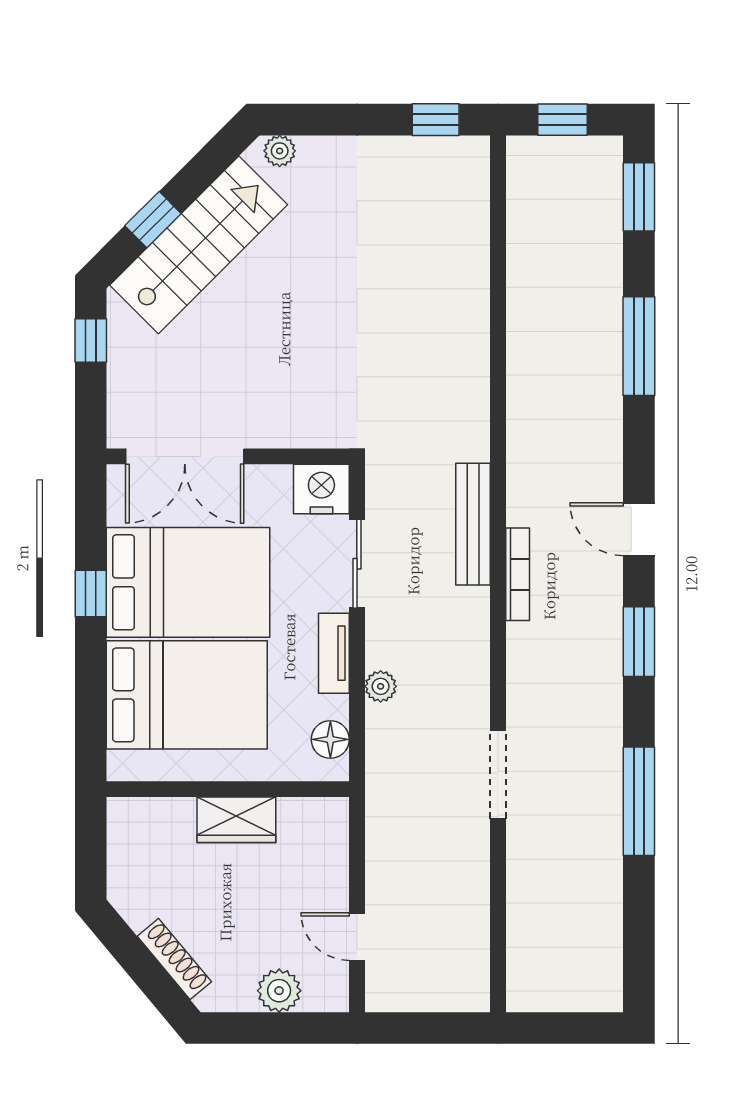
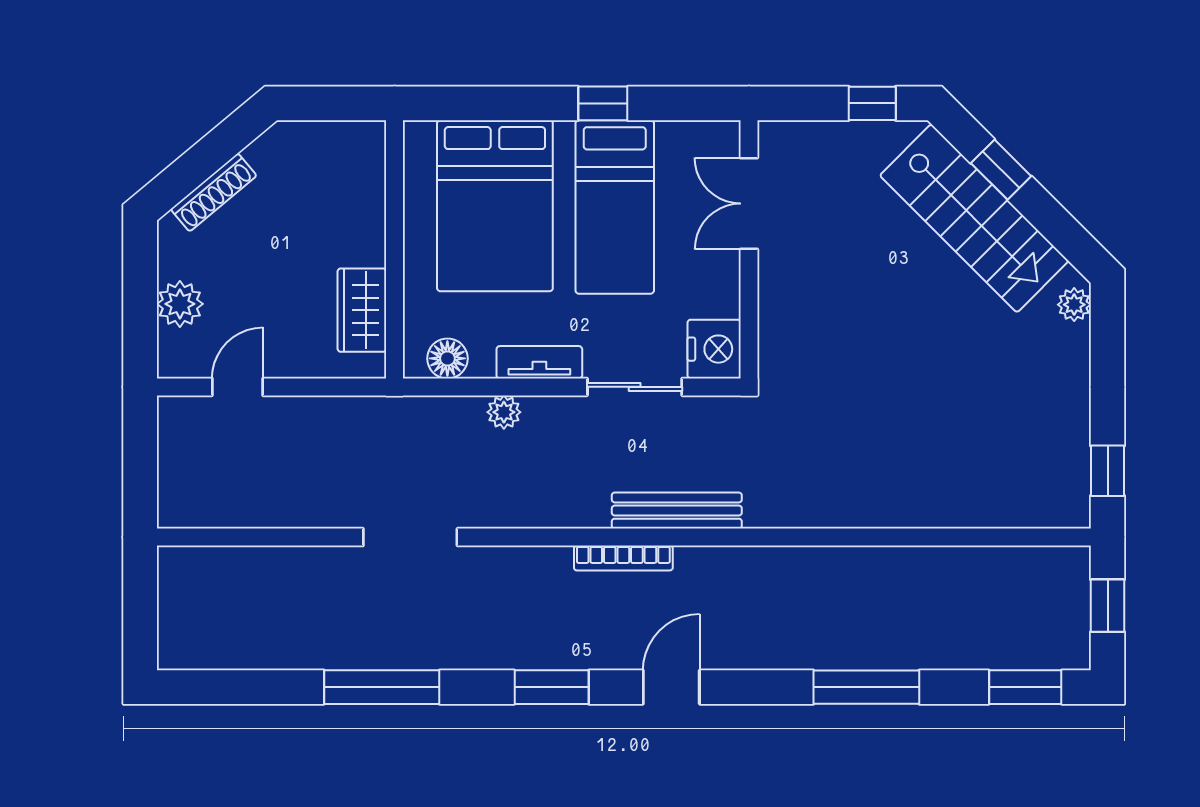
double door: (185, 456) -> (749, 204), width x0.73
bed: (188, 582) -> (615, 207), width x0.67
wardrobe: (236, 820) -> (362, 310), moved

